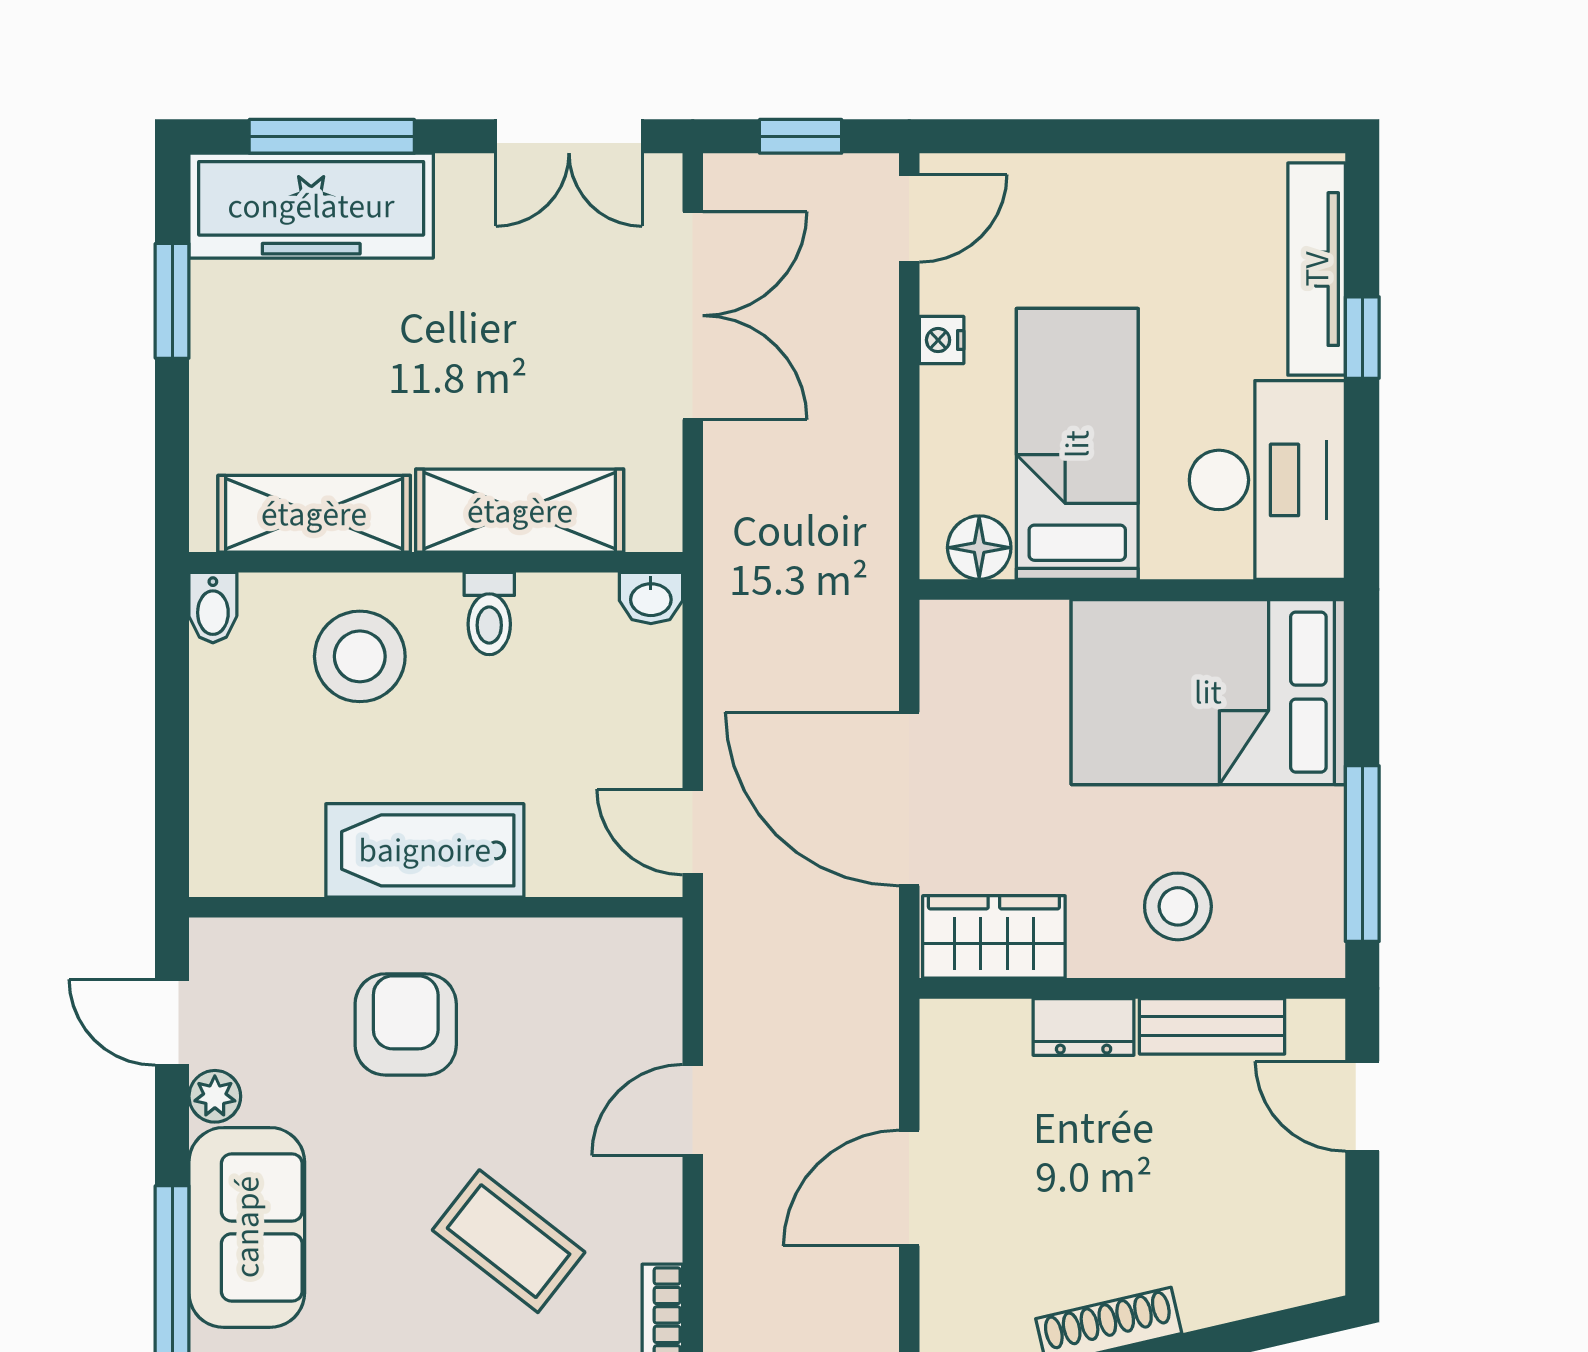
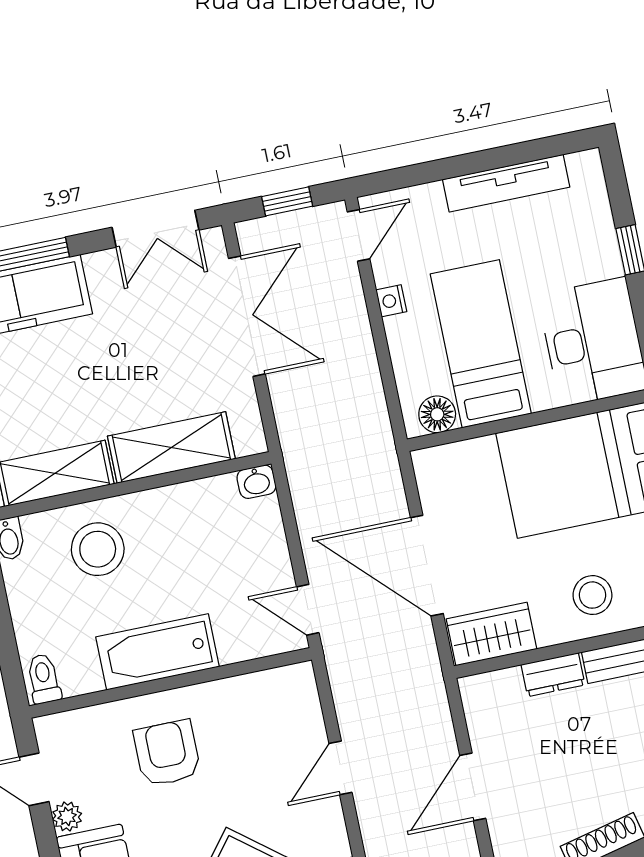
tv unit: (1317, 269) -> (506, 183), moved, turned -90
toilet: (489, 614) -> (44, 679), moved, turned 180

